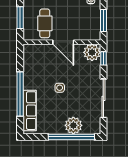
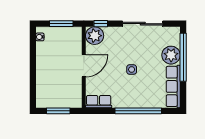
cafe table: (45, 23) -> (64, 85), removed
row of seats: (29, 56) -> (99, 102), added
row of seats: (30, 111) -> (173, 86), moved, turned -90

